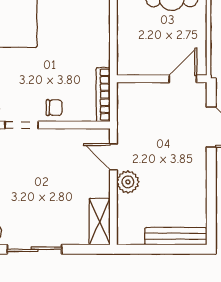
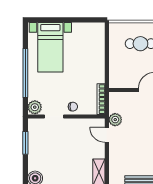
plant: (128, 182) -> (115, 120), moved

